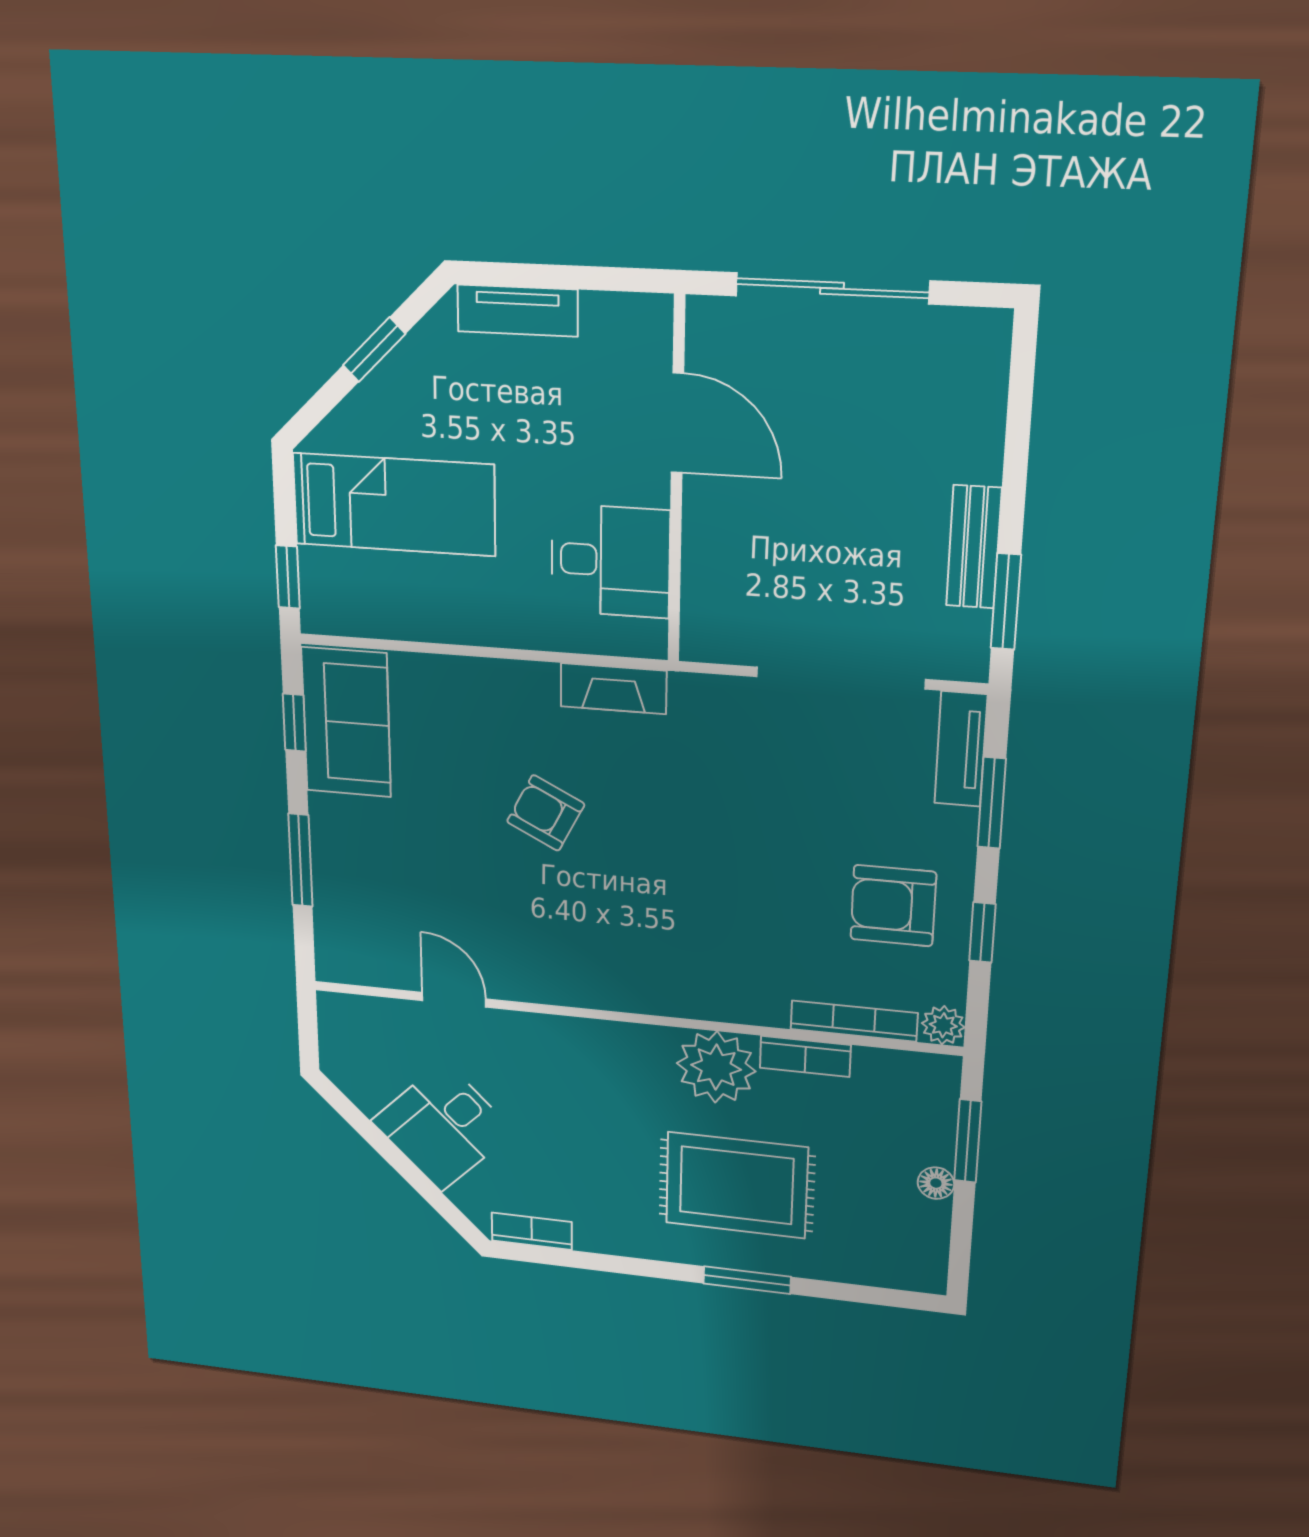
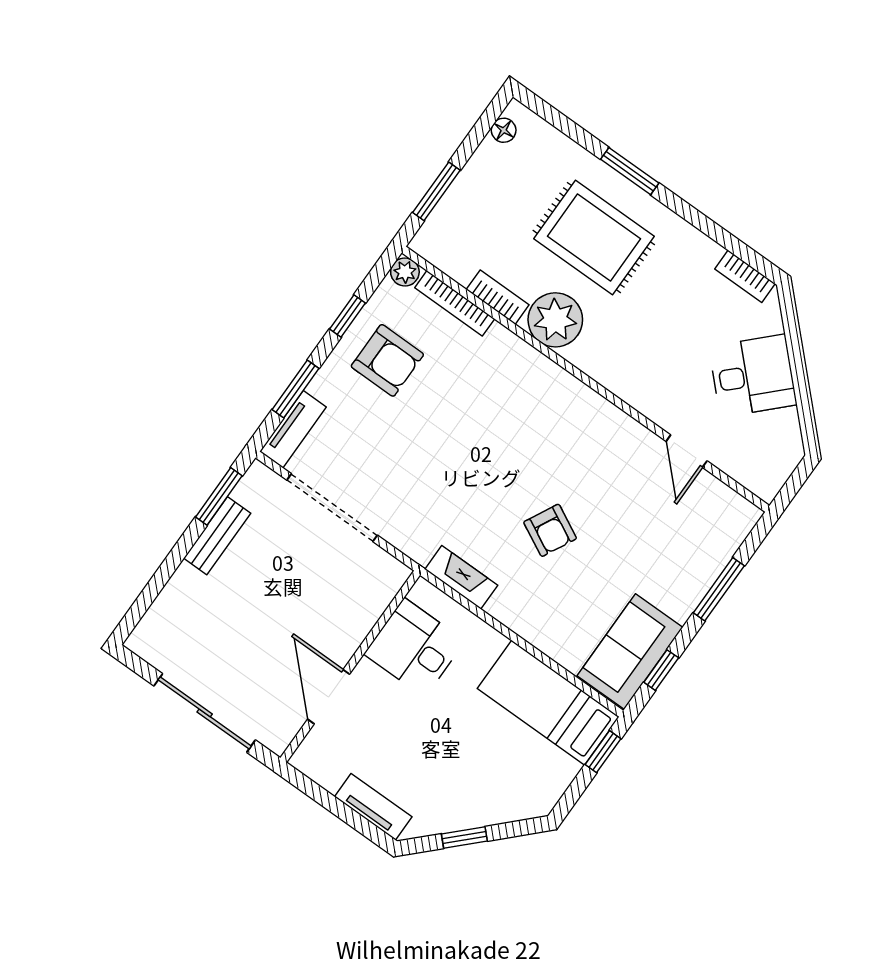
bed: (394, 504) -> (548, 703), moved
floor lamp: (936, 1183) -> (504, 130), moved

